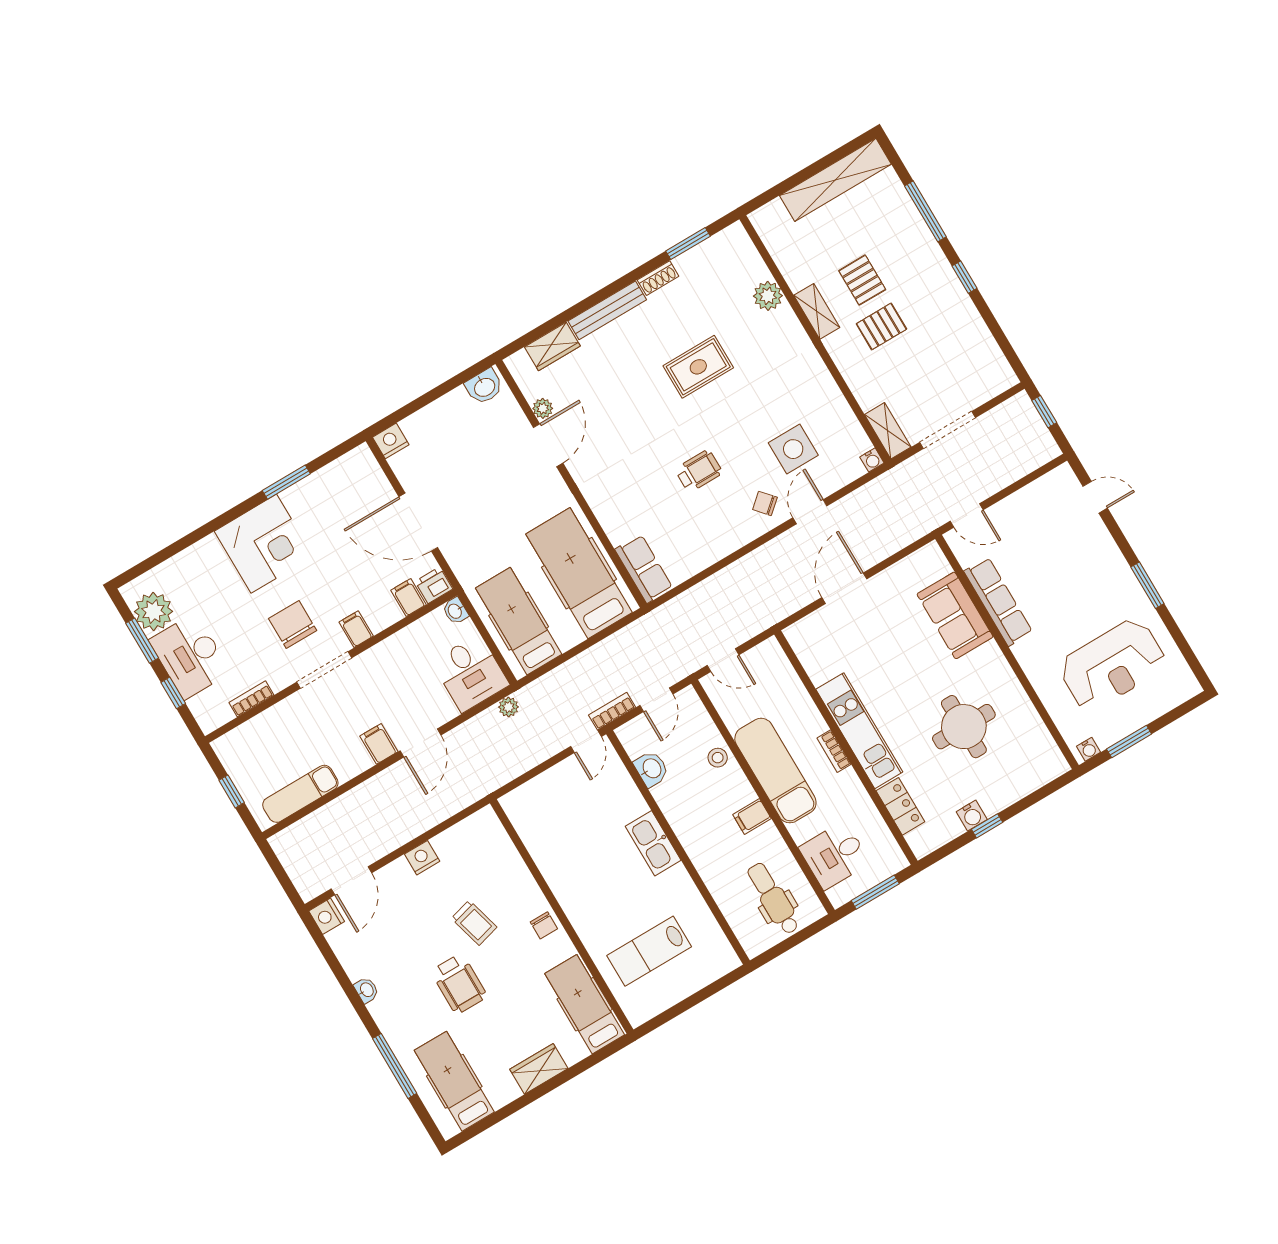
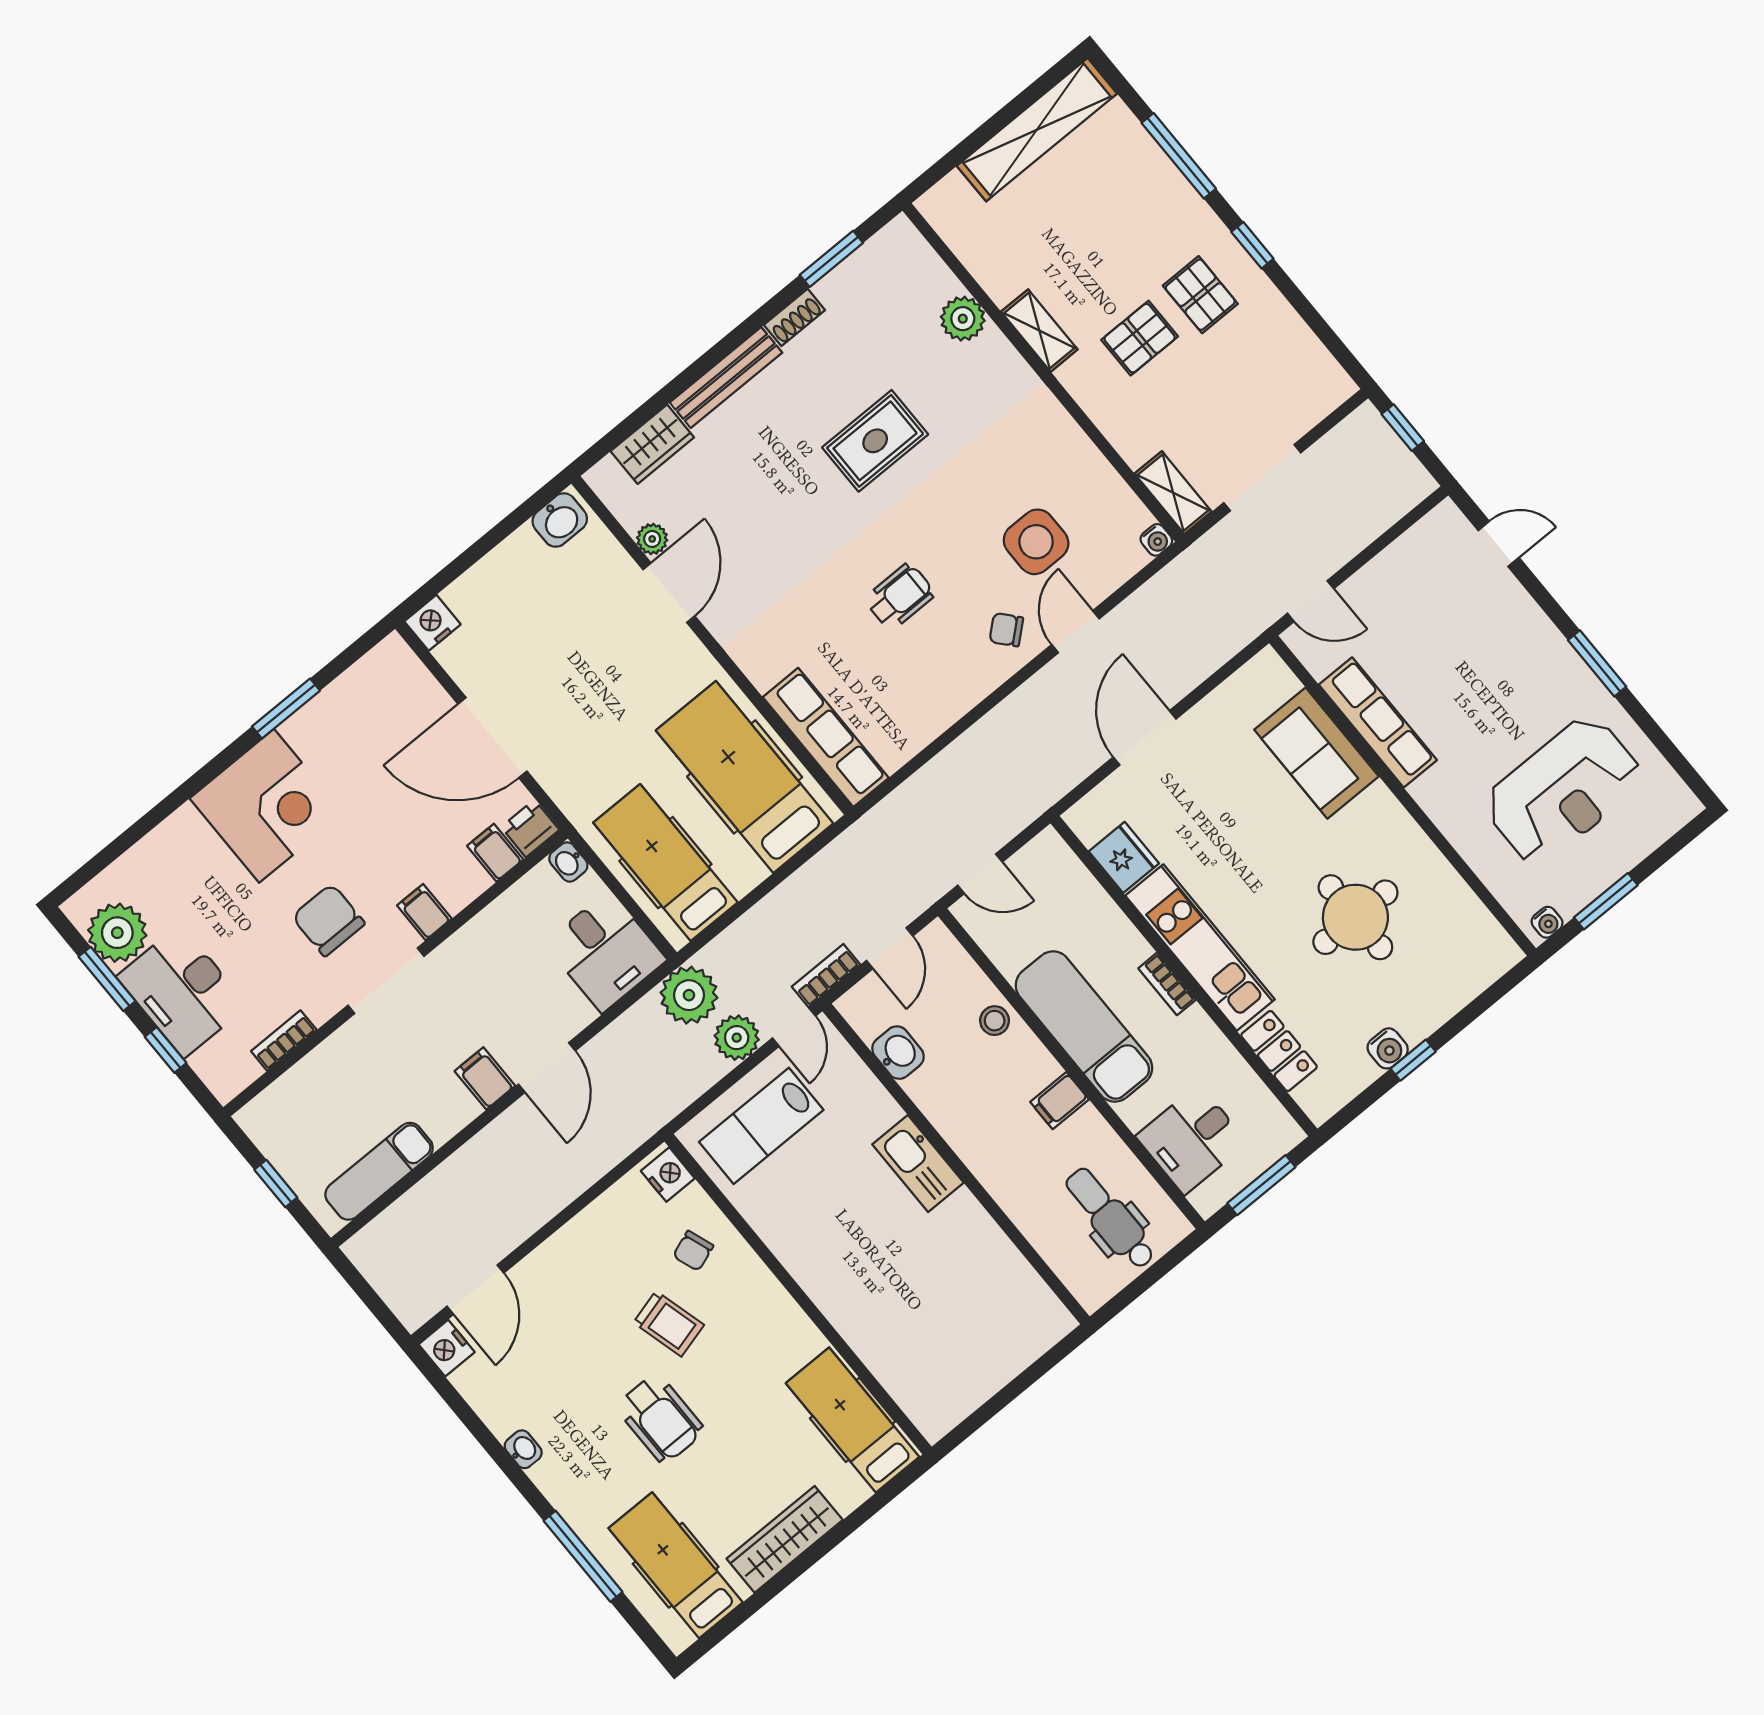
pallet: (862, 280) -> (1200, 295), moved
row of seats: (644, 569) -> (826, 737), width x1.48
fridge: (819, 664) -> (1124, 857), added
plant: (508, 707) -> (689, 995), width x1.88, depth x1.88
plant: (547, 743) -> (737, 1038), added
nightstand: (422, 858) -> (668, 1175), moved, turned 90
chair: (544, 925) -> (693, 1251), moved, turned 70
lab bench: (649, 951) -> (761, 1126), moved
wardrobe: (539, 1069) -> (785, 1539), width x1.50

